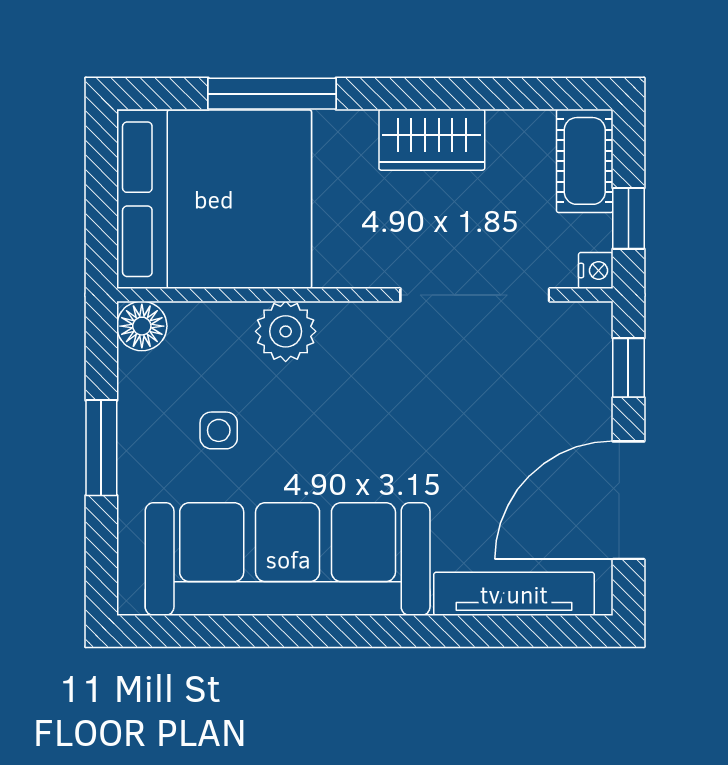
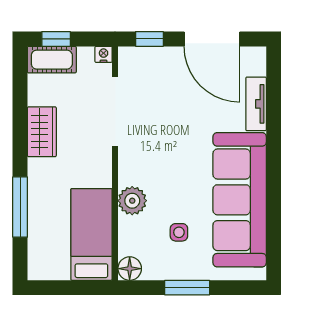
bed: (214, 199) -> (91, 234), width x0.49
window: (628, 218) -> (56, 39), moved
tv unit: (514, 594) -> (256, 104), width x0.71

